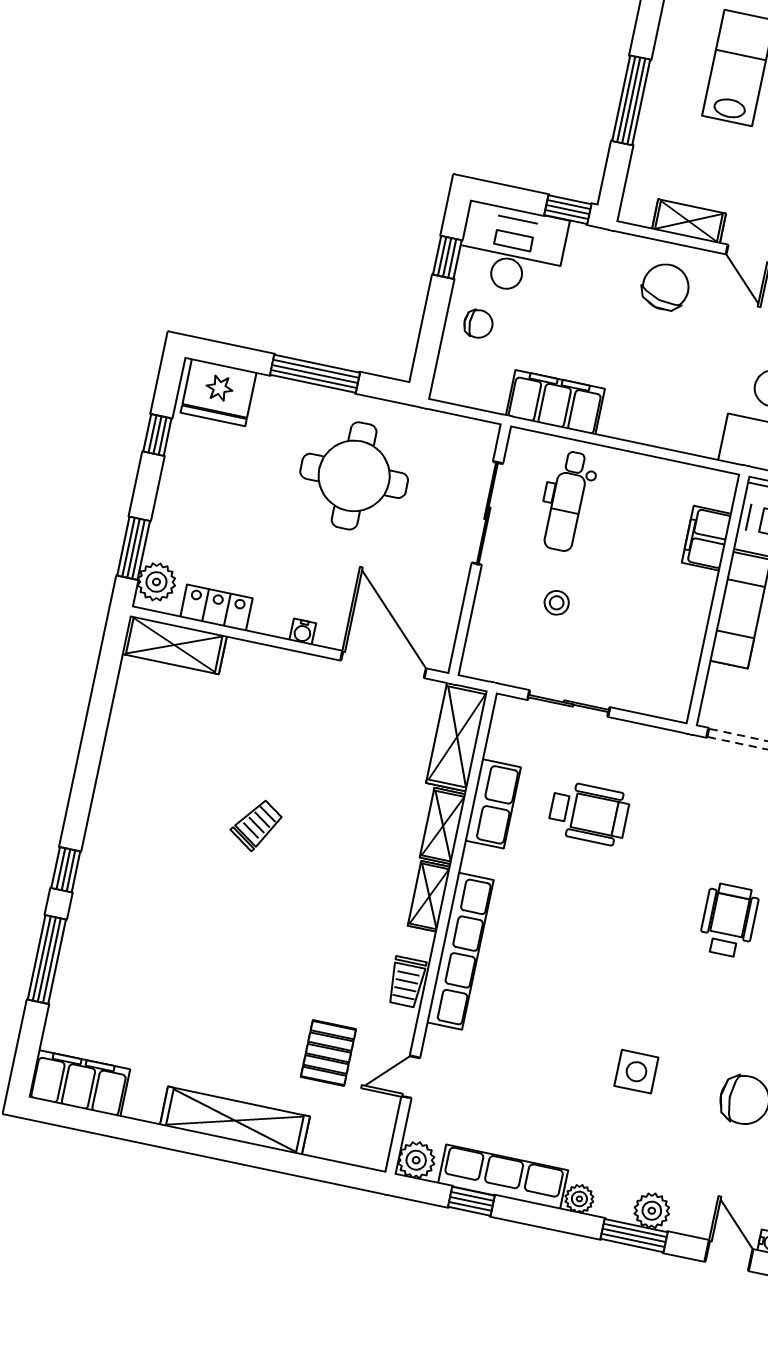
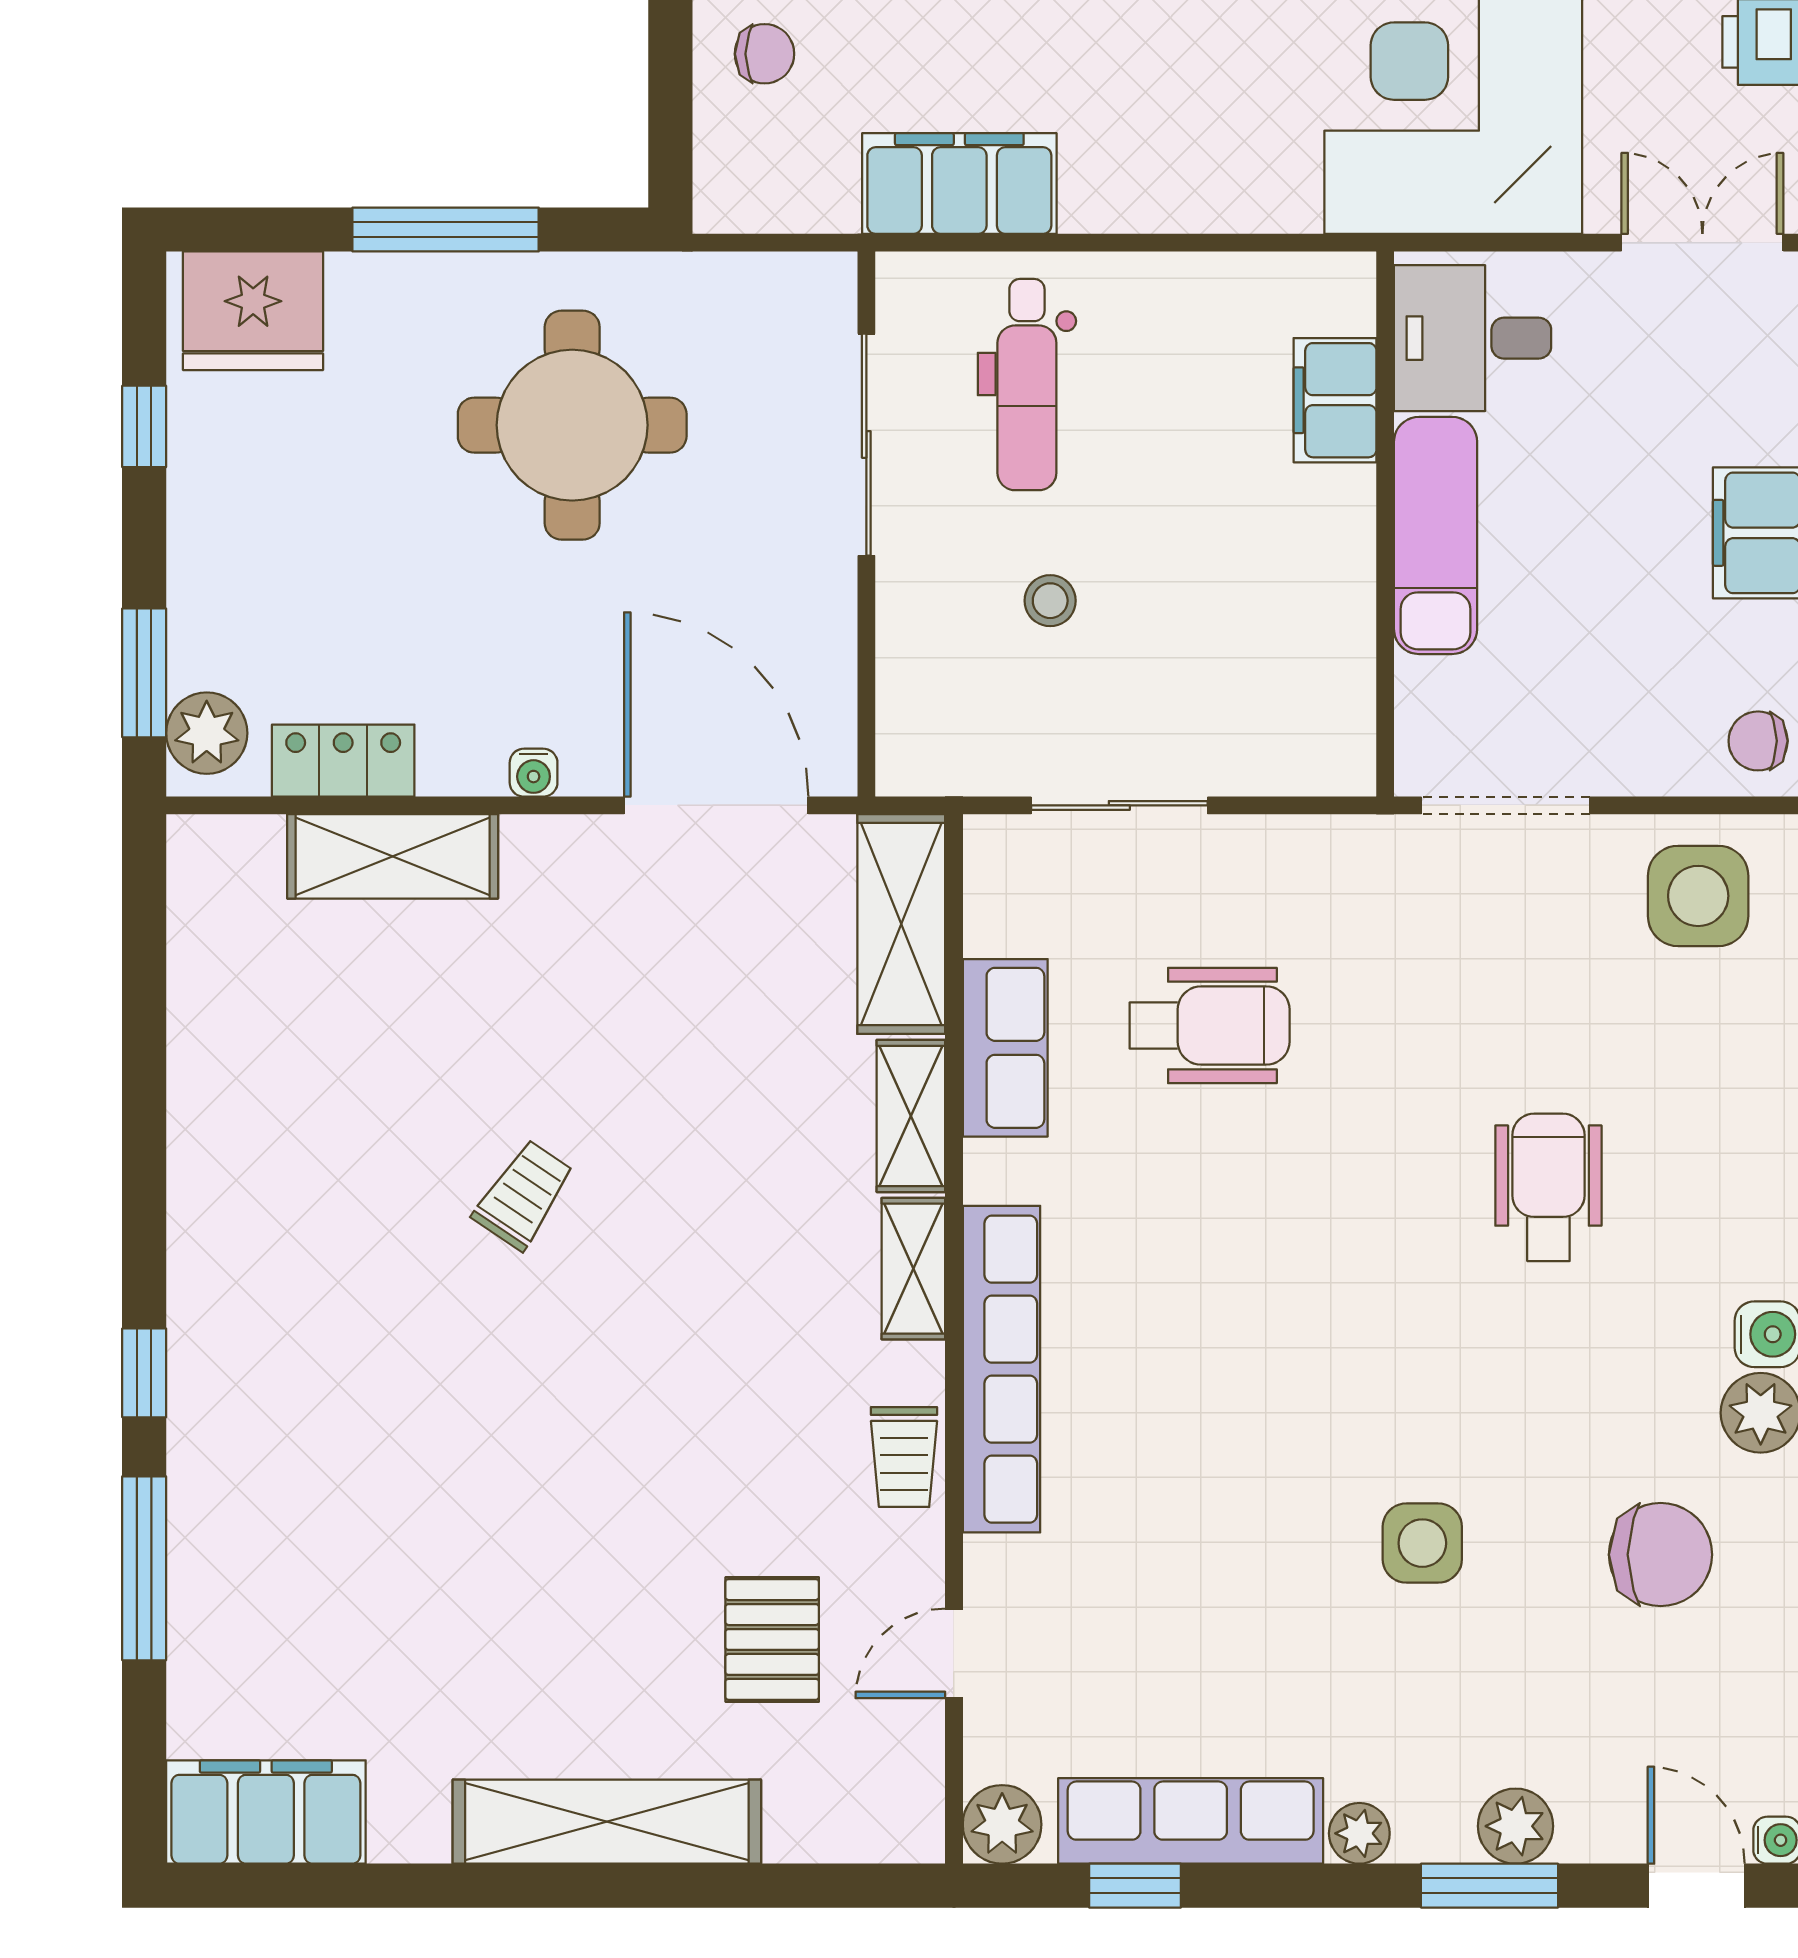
shelving: (174, 645) -> (393, 856), moved

